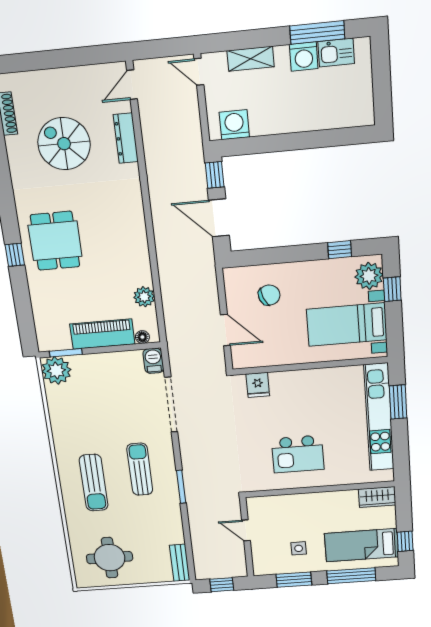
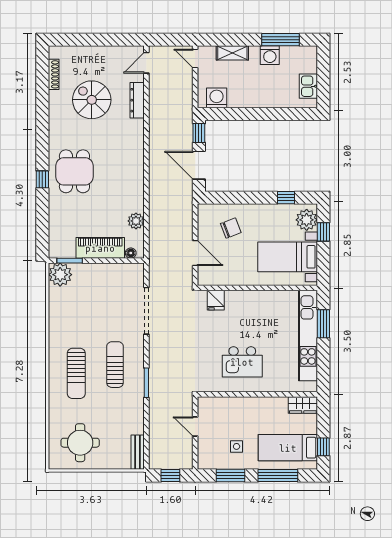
kitchen sink: (336, 53) -> (308, 86), moved, turned 90
barbecue: (153, 361) -> (137, 273), removed

